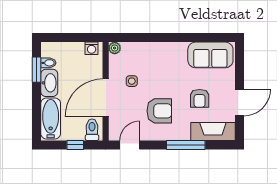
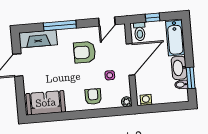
armchair: (200, 98) -> (93, 97), moved

